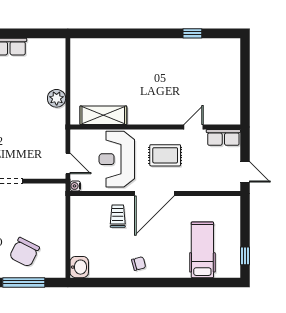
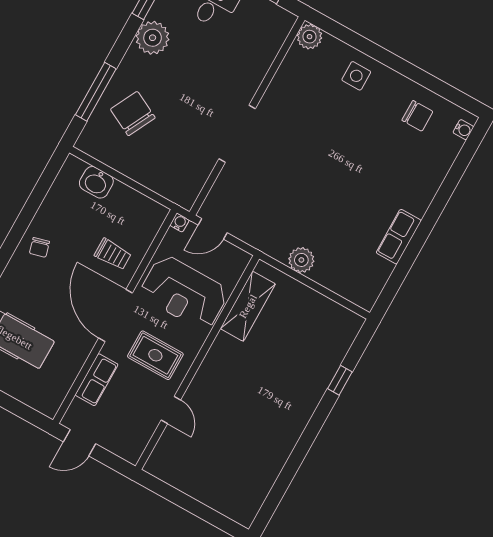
window: (192, 33) -> (340, 380), moved
row of seats: (223, 137) -> (97, 380), moved, turned 180
rug: (165, 155) -> (155, 355), turned 90
reception desk: (117, 159) -> (184, 293), turned 180
washbasin: (79, 267) -> (96, 182), moved

